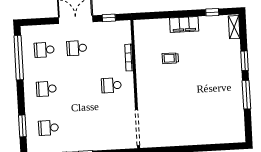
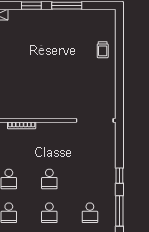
trolley: (170, 58) -> (103, 50), moved
school desk: (111, 85) -> (49, 179), moved

